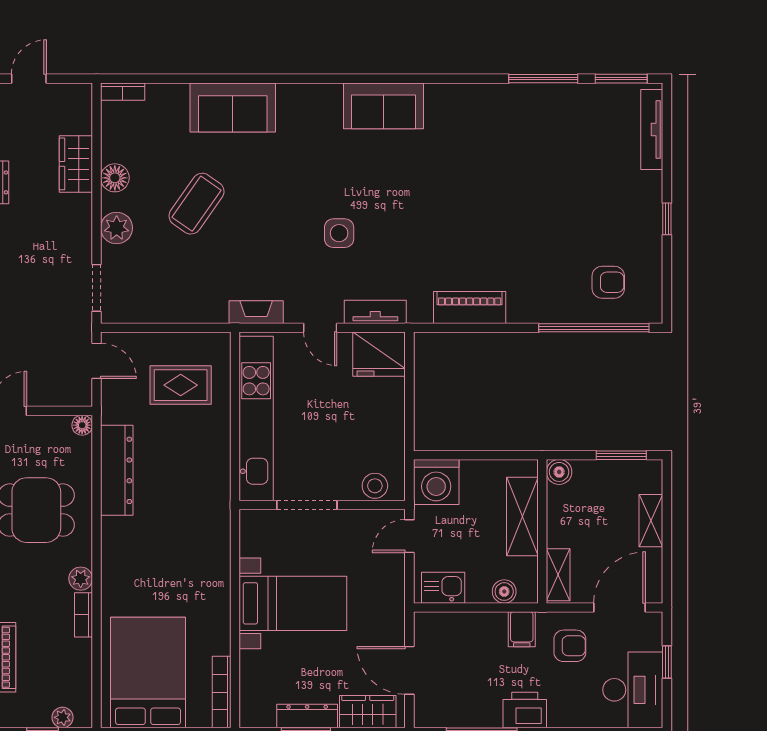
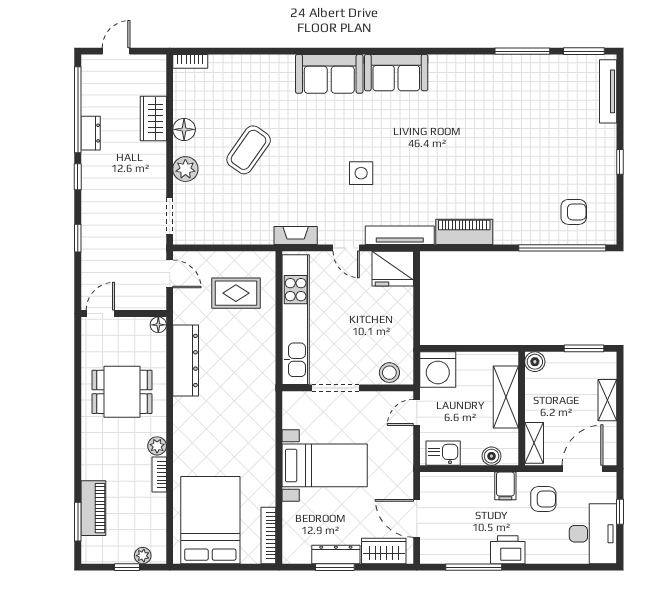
sofa: (233, 107) -> (329, 74), moved
tv unit: (375, 312) -> (400, 235), width x1.41

